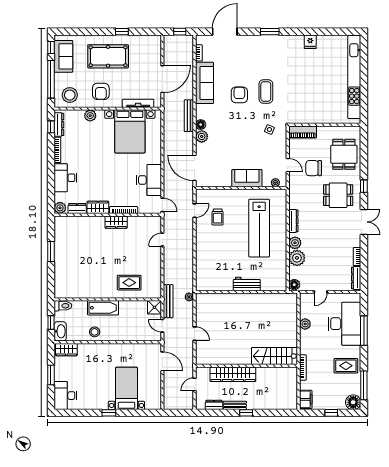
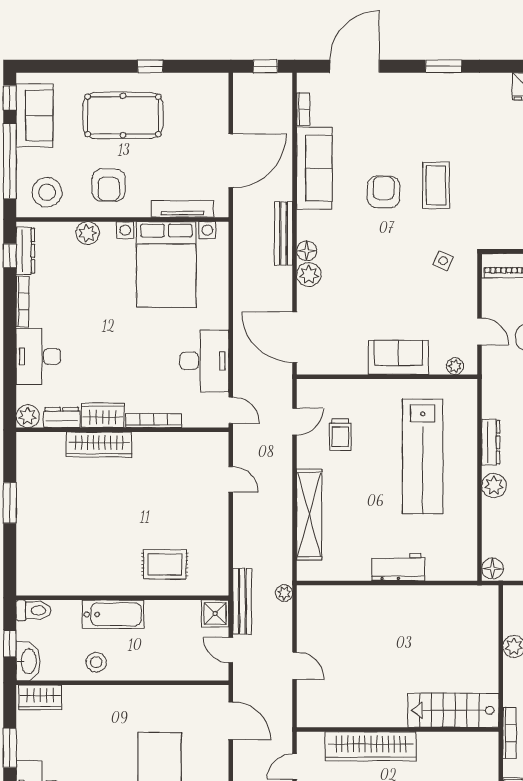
wardrobe: (116, 222) -> (99, 445), moved, width x1.50
door: (162, 240) -> (231, 479), swing flipped
shelving: (202, 257) -> (309, 515), added
plant: (297, 258) -> (498, 516), removed

